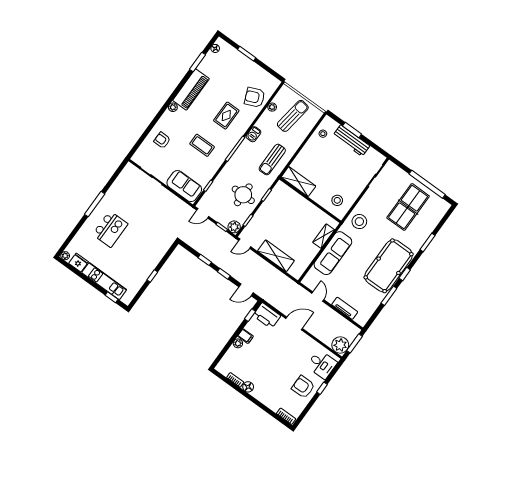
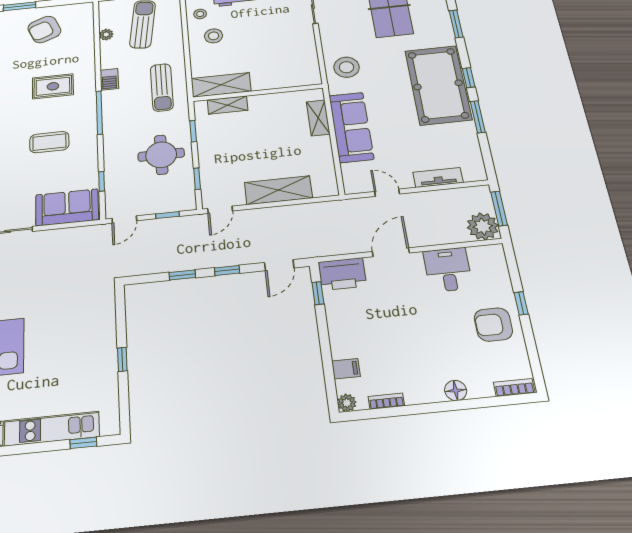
armchair: (255, 97) -> (44, 29), moved
rug: (226, 116) -> (53, 86), turned 90
shelving: (292, 195) -> (228, 105), added
stool: (337, 200) -> (214, 36), moved
plant: (234, 227) -> (185, 201), removed
filing cabinet: (246, 336) -> (346, 369), moved
plant: (238, 343) -> (347, 403), moved
desk: (322, 364) -> (448, 270), moved, turned -90
floor lamp: (248, 387) -> (456, 390), moved

